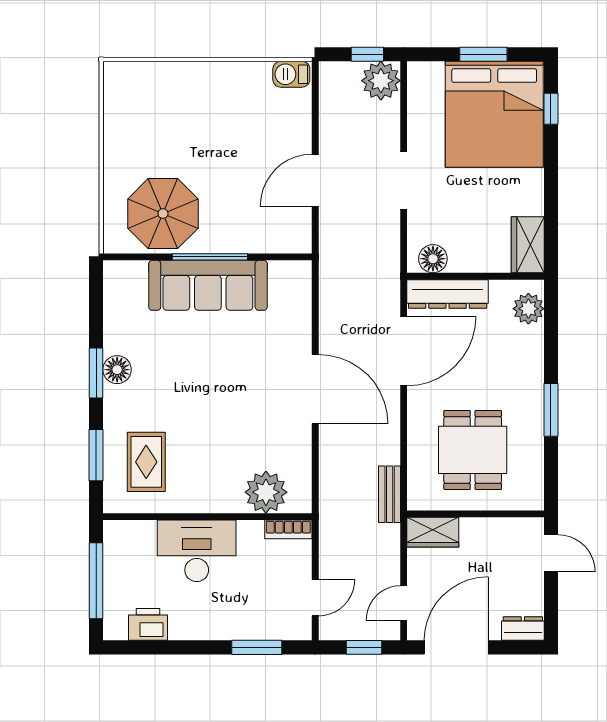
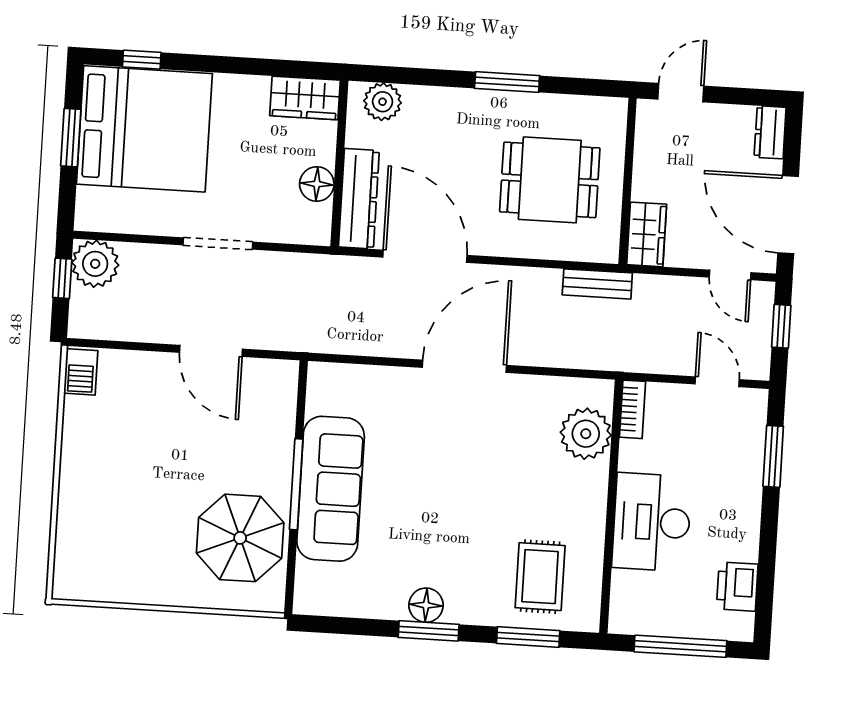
floor lamp: (433, 259) -> (317, 184), moved
rug: (146, 462) -> (540, 577), turned 90

